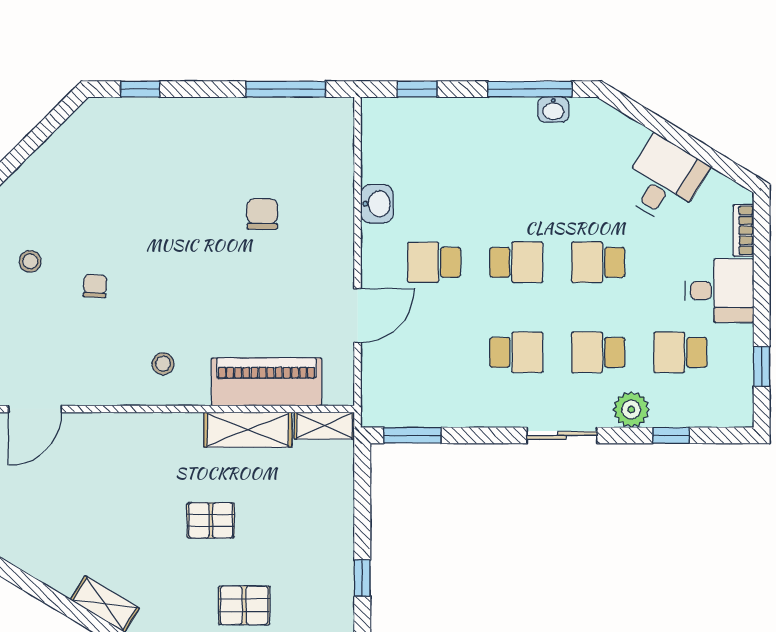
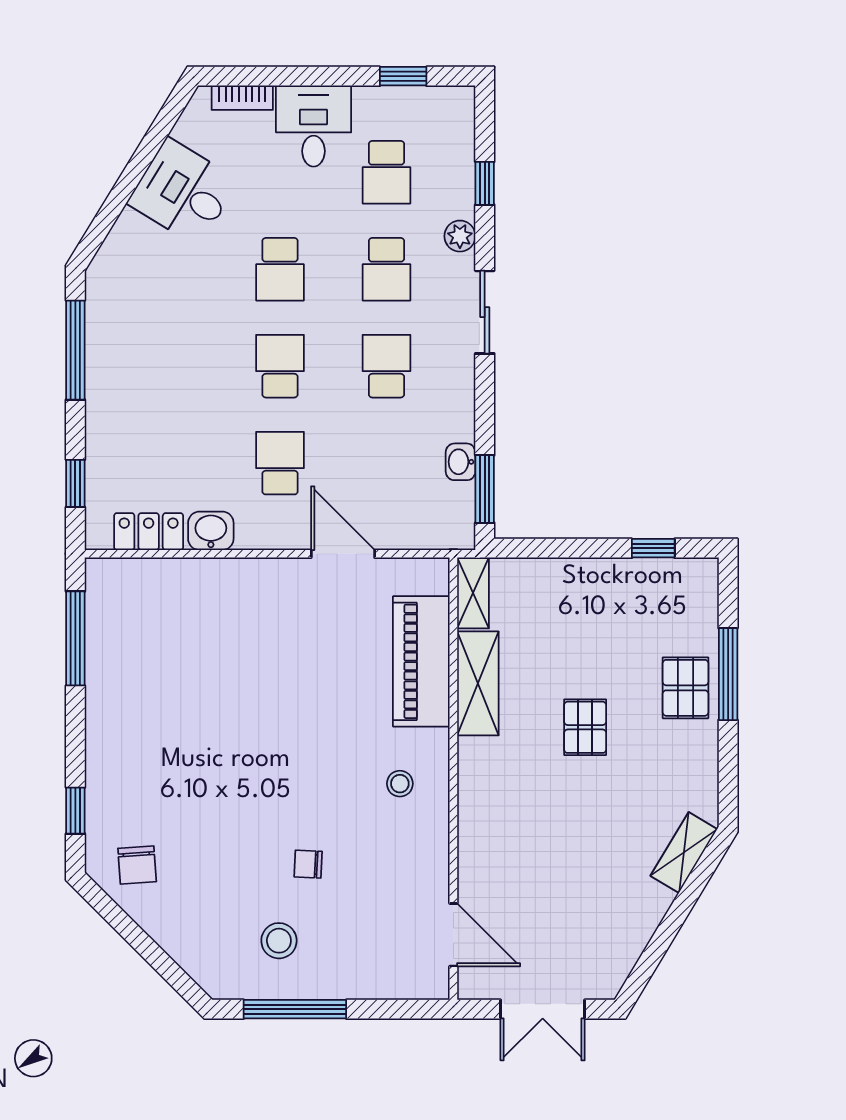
washbasin: (553, 110) -> (461, 462), moved, turned 180
locker: (376, 151) -> (149, 532), added
chair: (262, 214) -> (137, 865), moved, turned -94
stool: (30, 261) -> (279, 941), width x1.37, depth x1.37
school desk: (434, 262) -> (280, 463), turned 180
plant: (631, 410) -> (460, 236), width x0.73, depth x0.73

